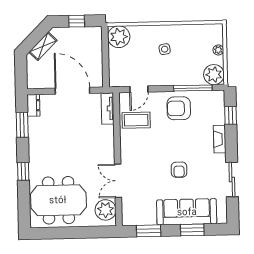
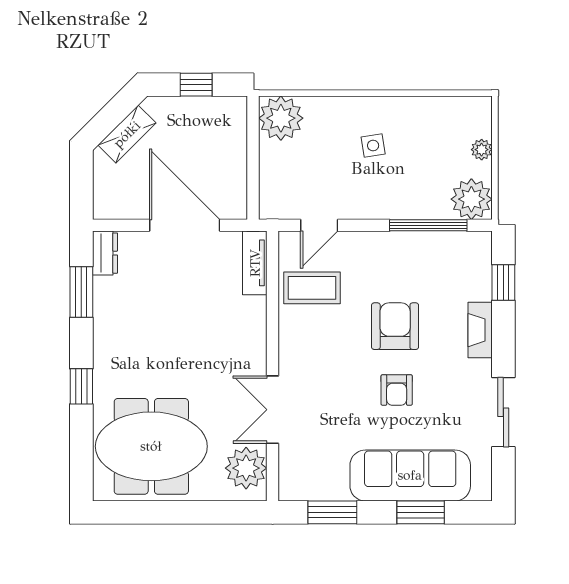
armchair: (179, 108) -> (395, 326), moved, turned 90

